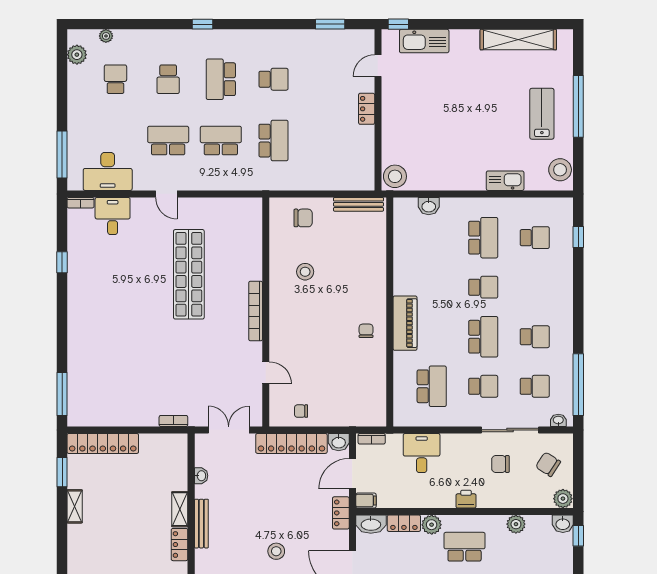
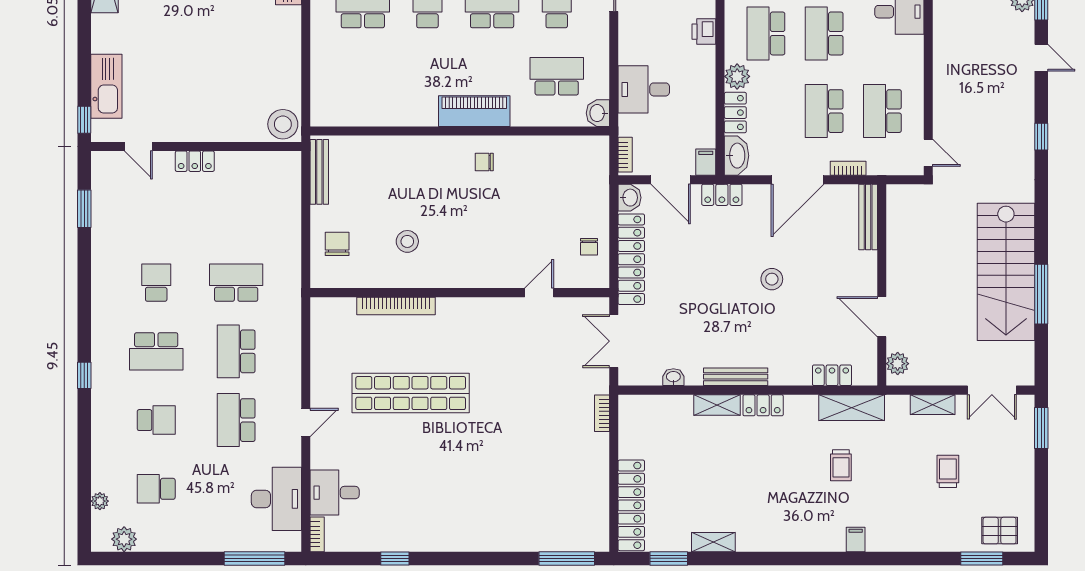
washbasin: (429, 206) -> (598, 113), moved, turned 180
bookcase: (256, 311) -> (396, 306), moved

